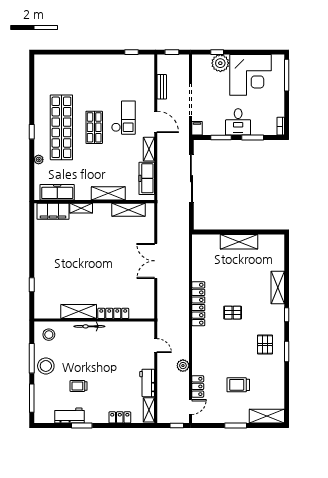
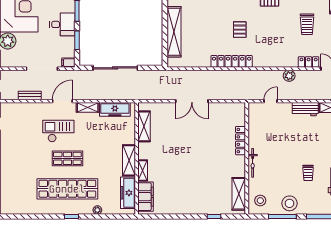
shelving: (108, 193) -> (129, 160), moved
shelving: (239, 242) -> (174, 32), width x1.47
shelving: (79, 312) -> (239, 194), moved

